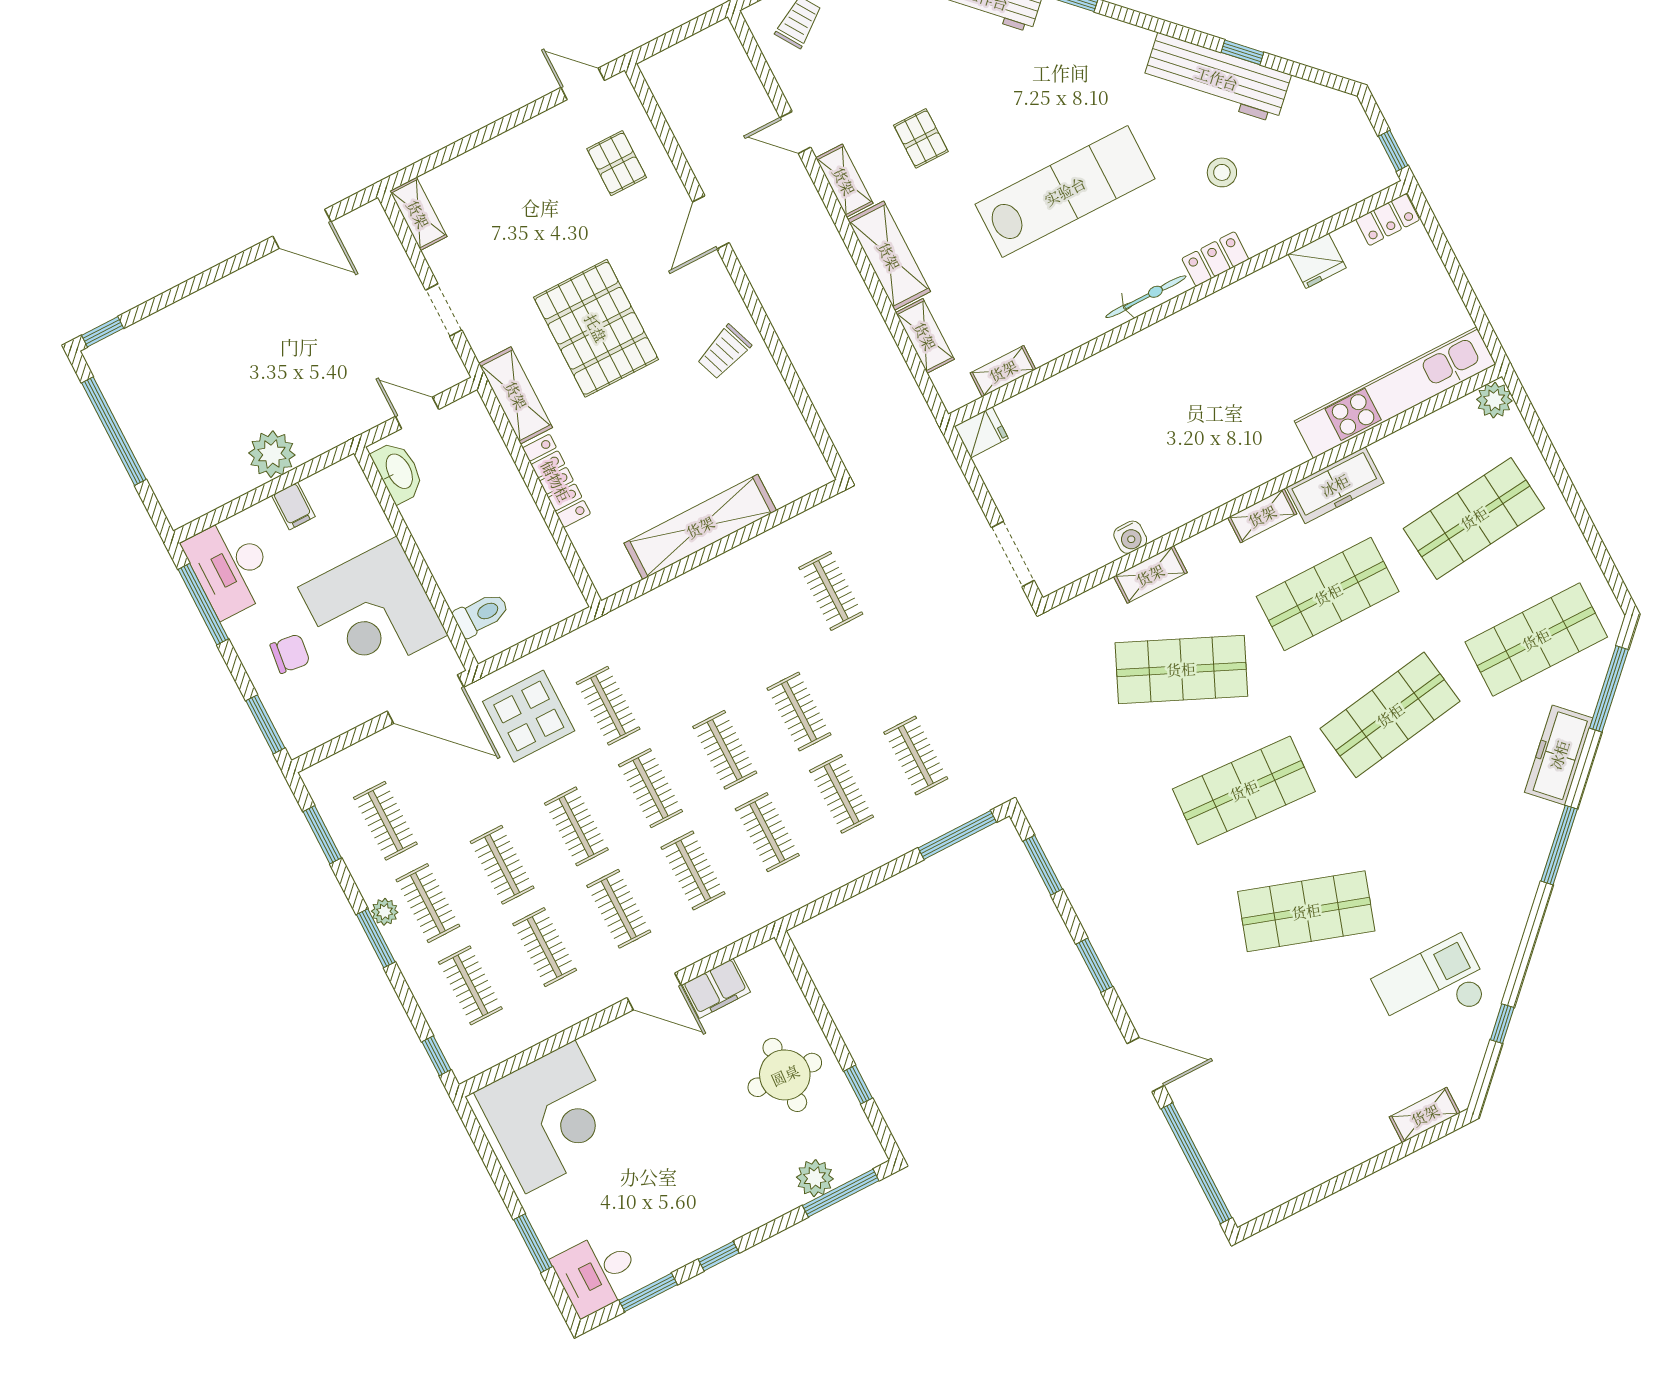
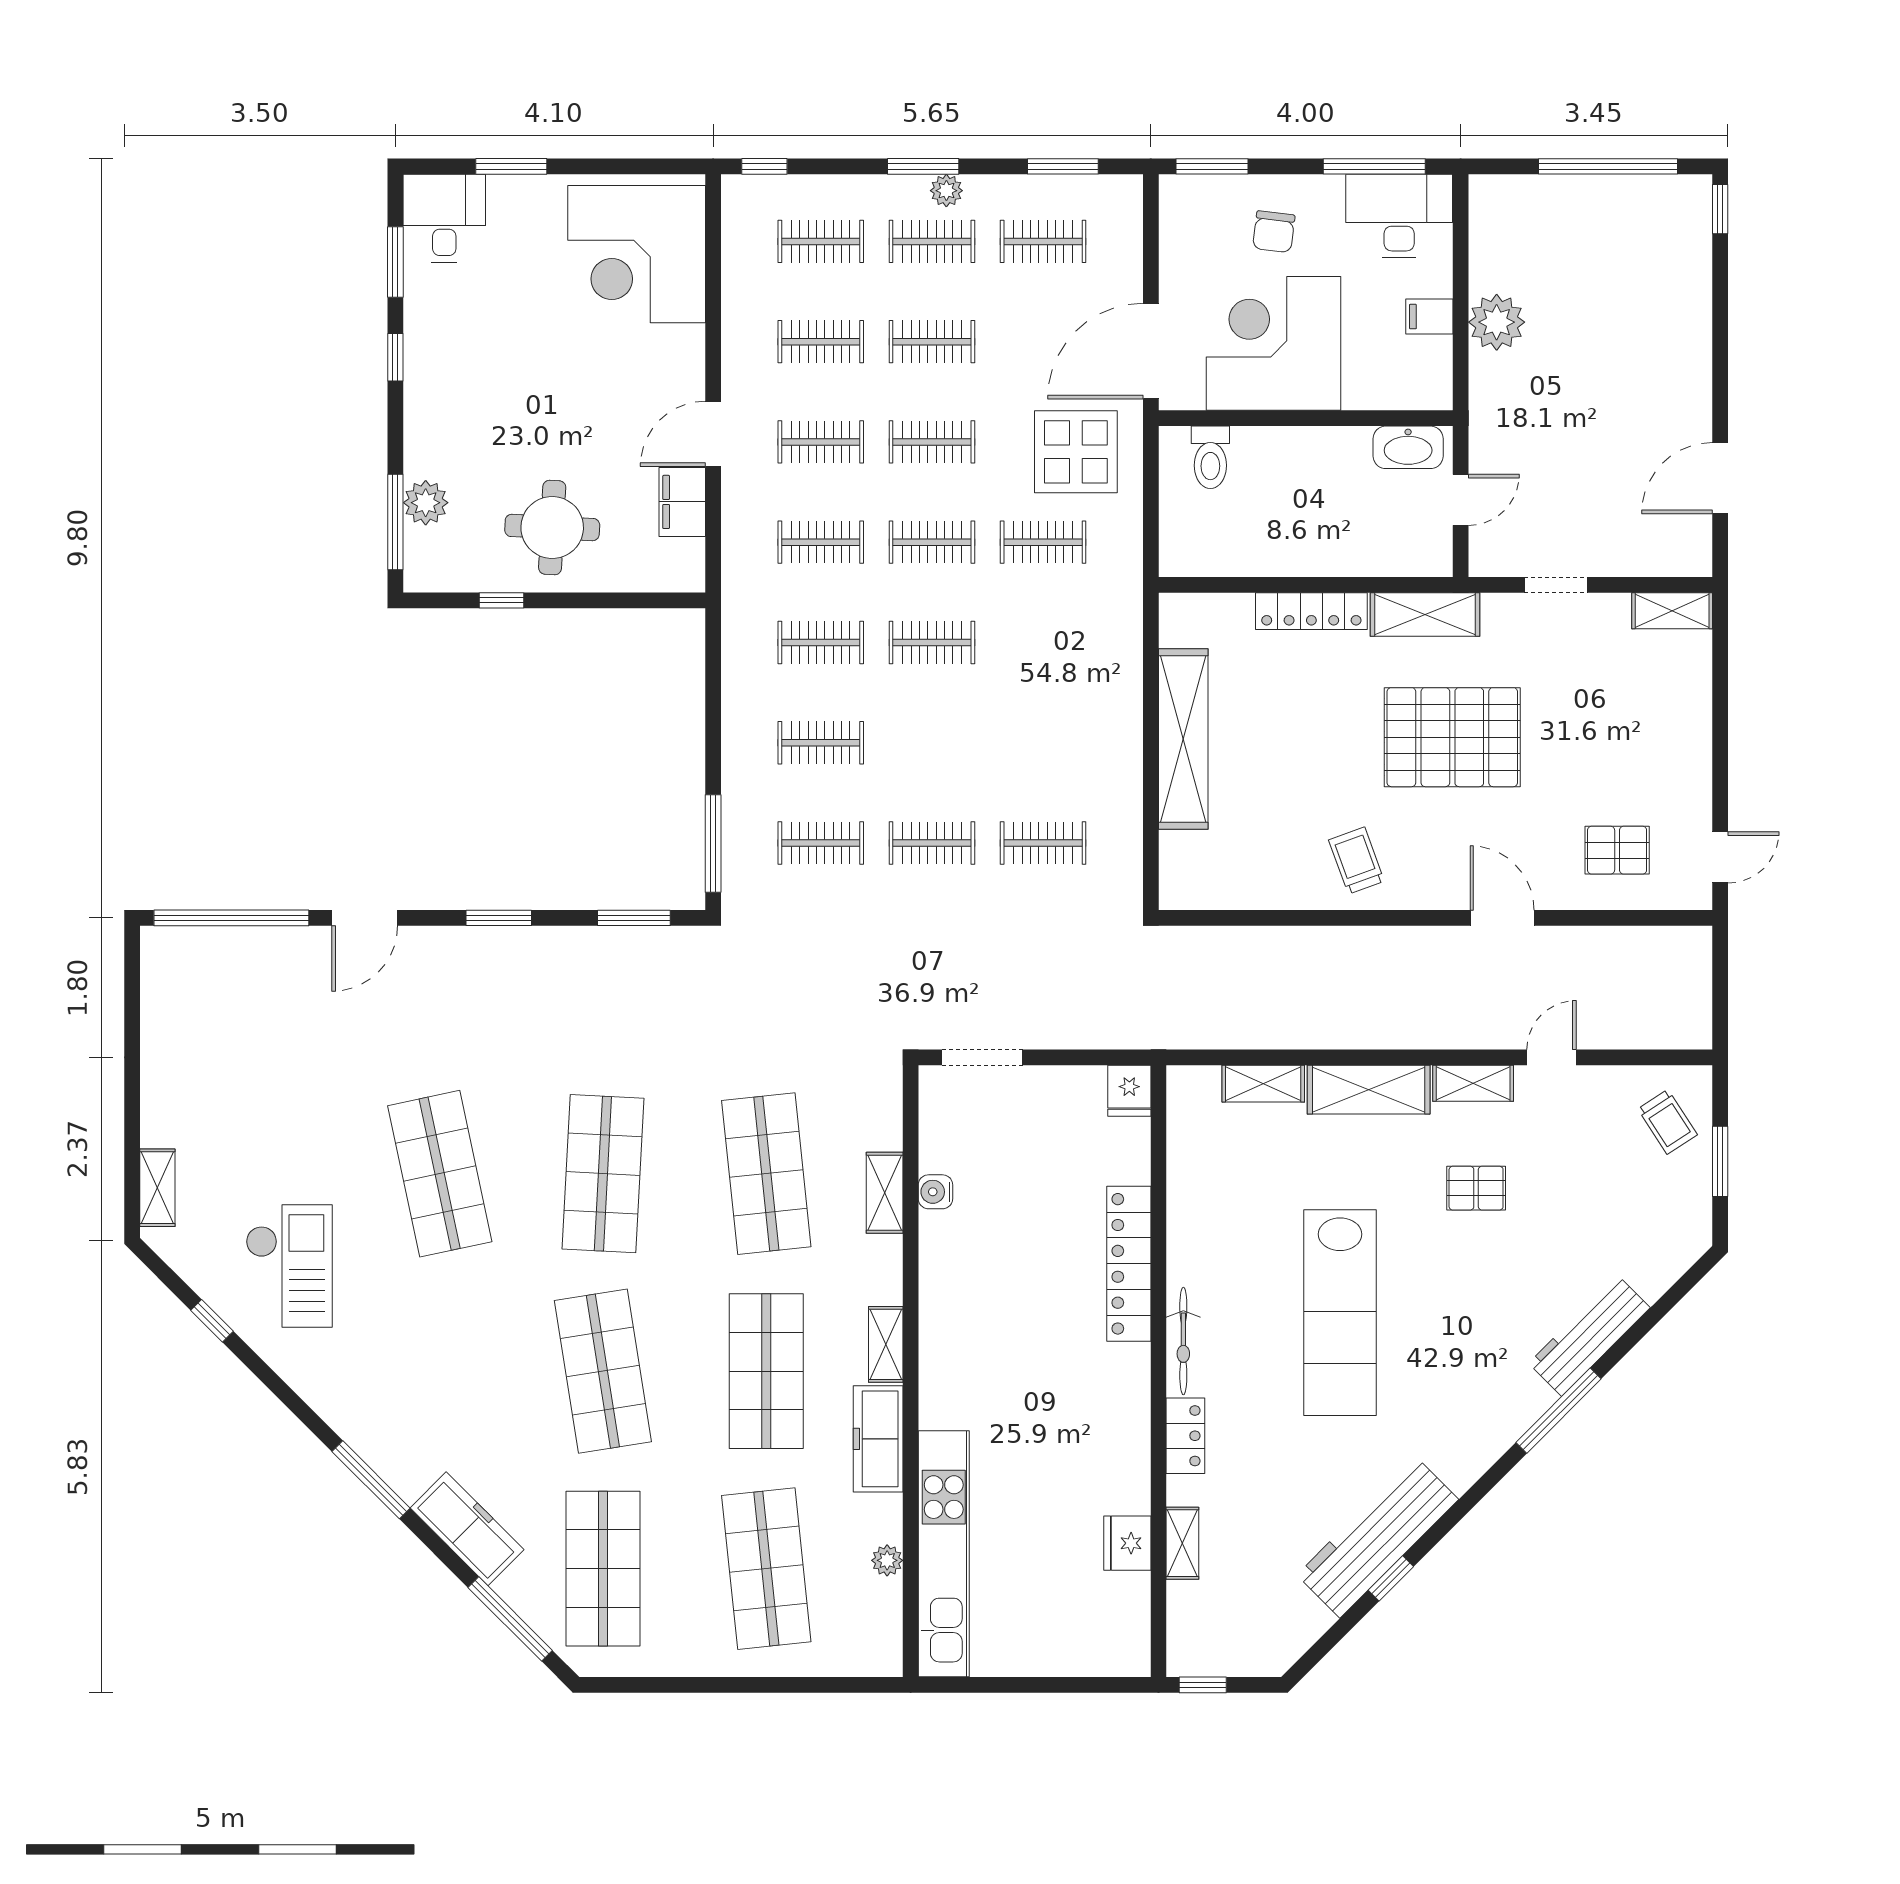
stool: (1222, 172) -> (1274, 1490), removed
locker: (1388, 220) -> (1129, 1264), moved, width x2.16, depth x1.21
shelving: (1003, 371) -> (1182, 1543), moved
plant: (1494, 400) -> (887, 1560), moved, width x0.73, depth x0.73
shop shelf: (1181, 669) -> (766, 1174), turned -30
clothes rail: (799, 711) -> (932, 843), moved
shop shelf: (1306, 911) -> (440, 1174), turned -30

